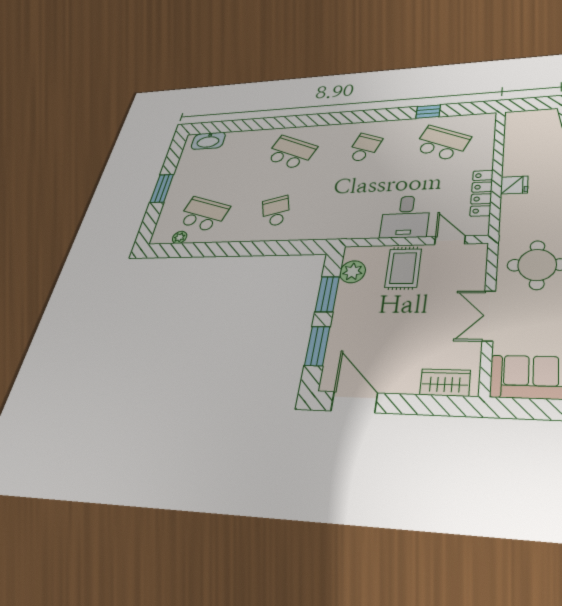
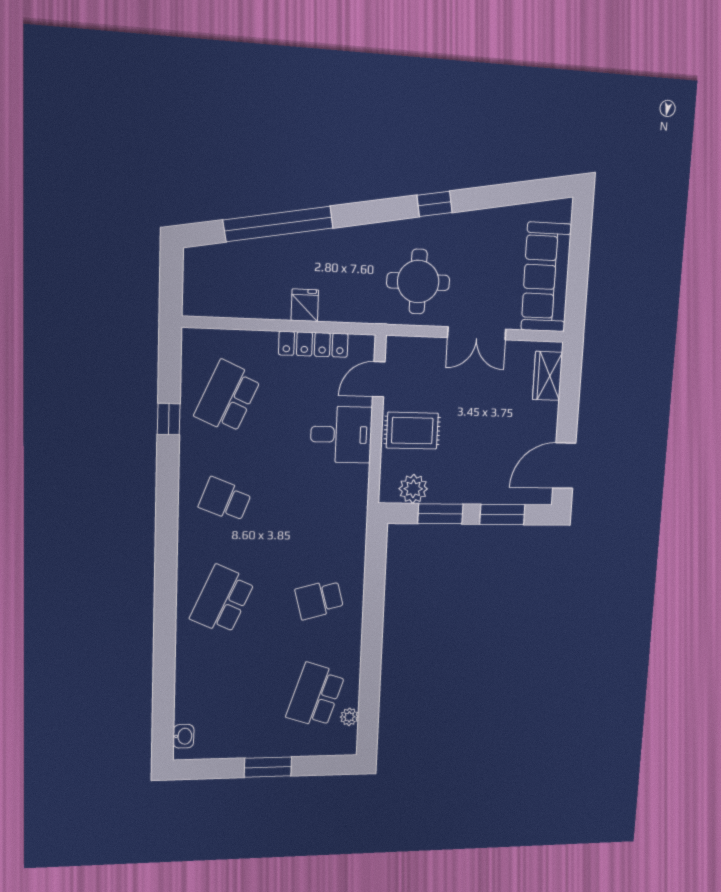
washbasin: (208, 141) -> (183, 736), width x0.52, depth x0.69

